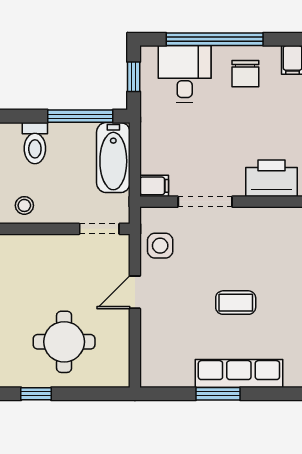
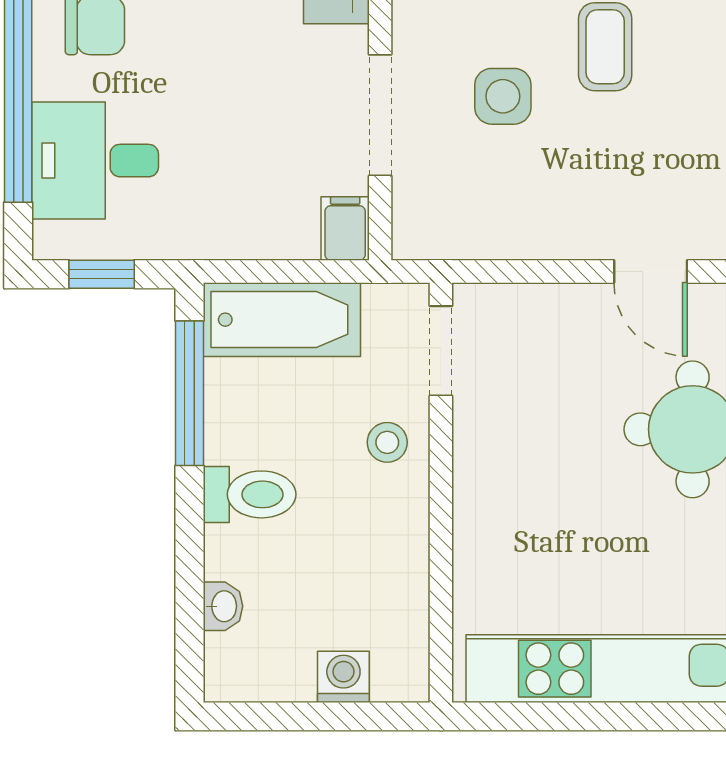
stool: (24, 205) -> (387, 442), moved
side table: (160, 246) -> (503, 96), moved
door: (135, 292) -> (651, 272), moved

